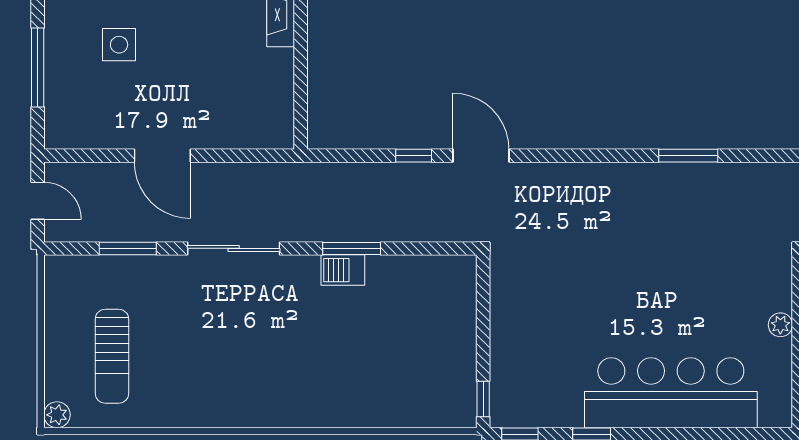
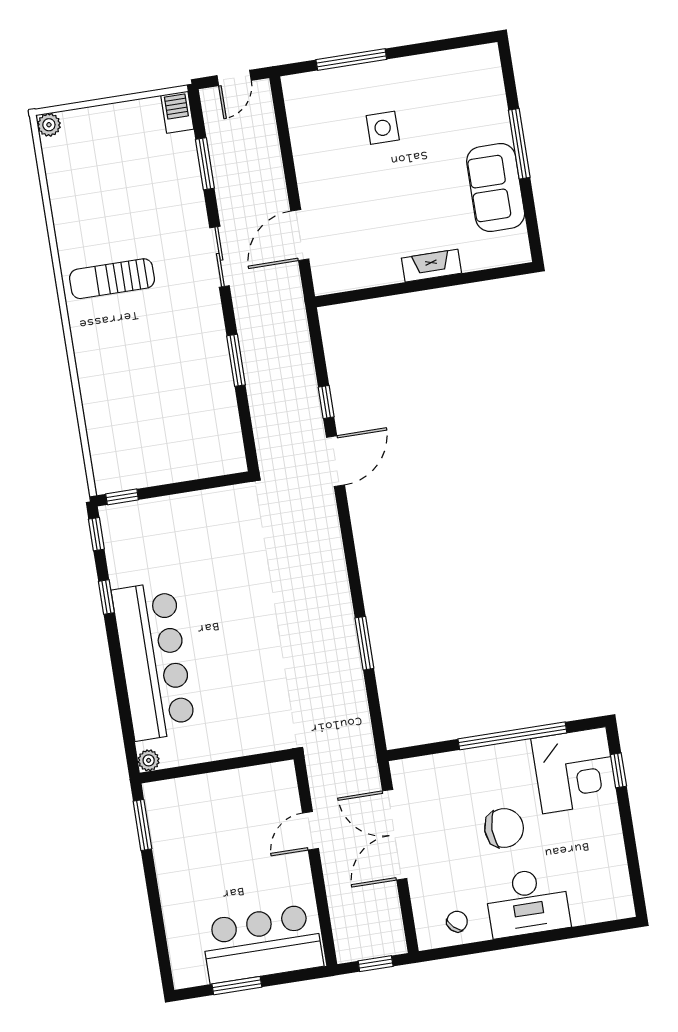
door: (162, 156) -> (300, 235), moved
sliding door: (234, 248) -> (220, 257), width x0.73
barbecue: (343, 270) -> (177, 112), moved
plant: (780, 325) -> (149, 760), moved
sun lounger: (112, 356) -> (112, 279), moved

